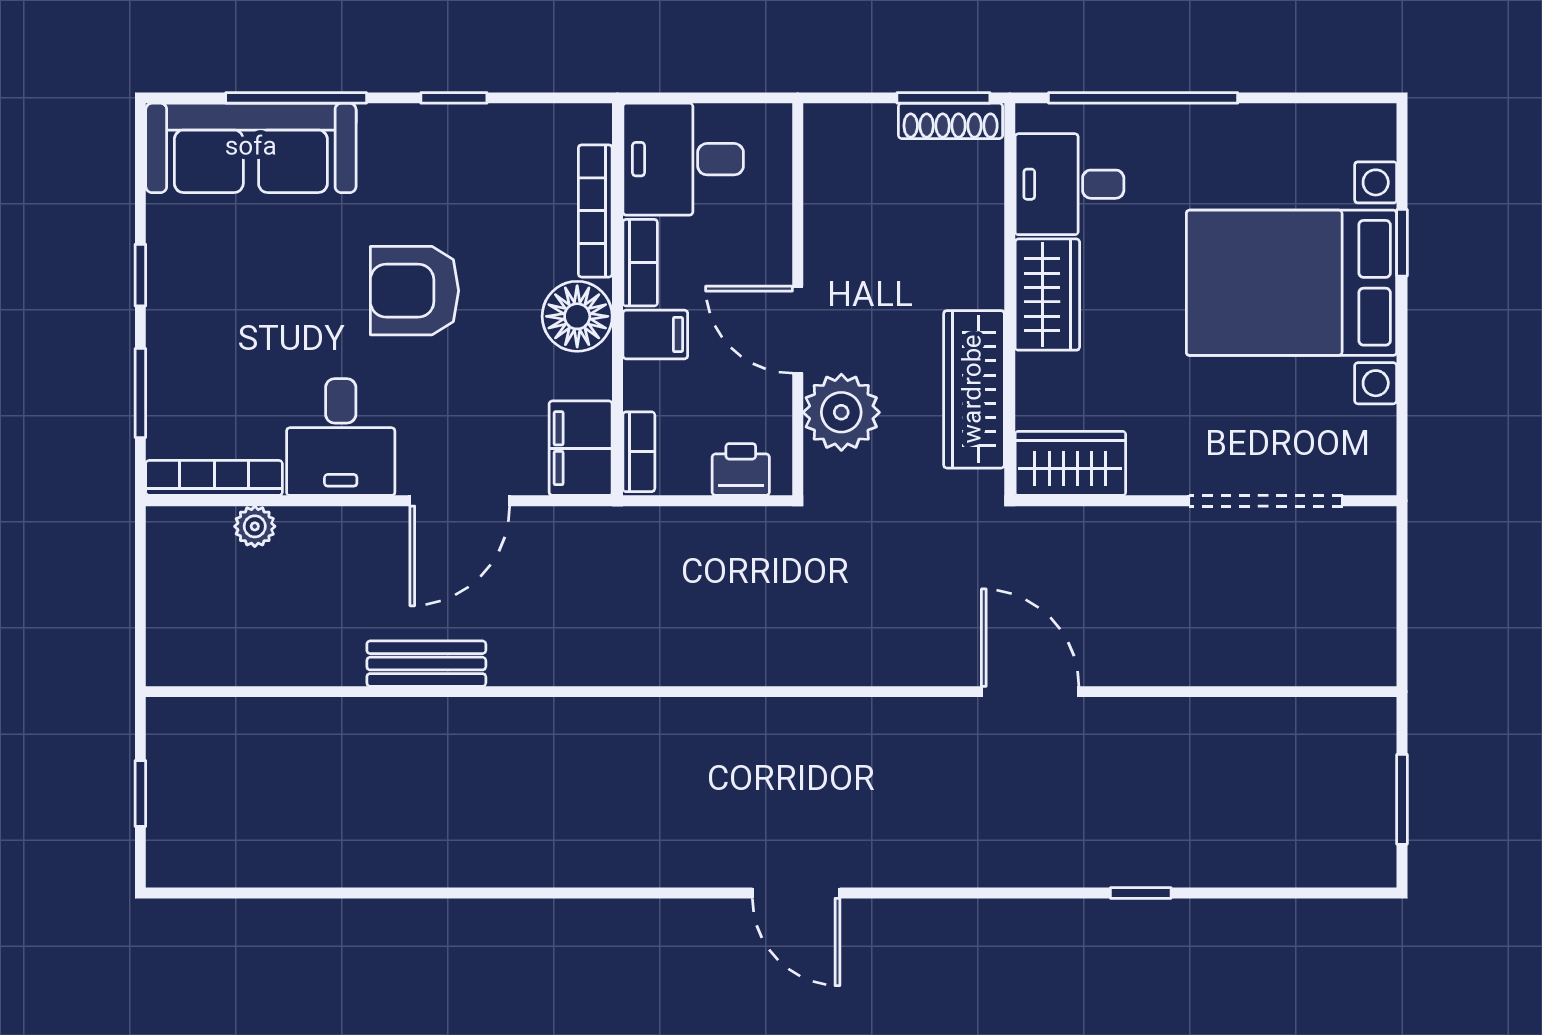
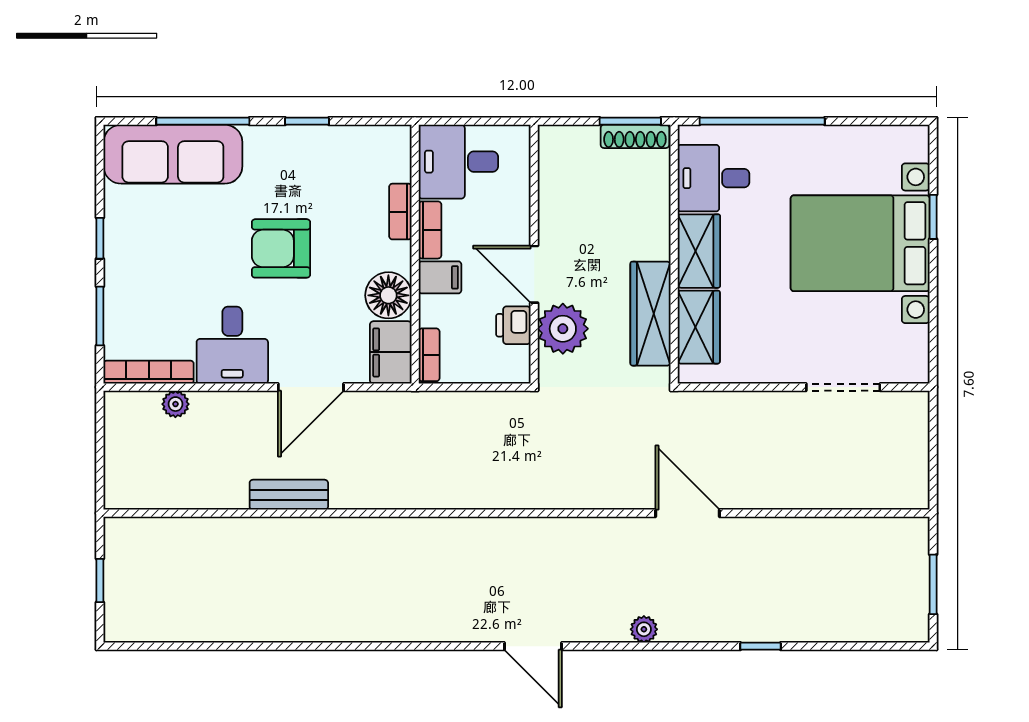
bookcase: (595, 211) -> (400, 212), width x0.64
floor lamp: (577, 316) -> (388, 295), moved
wardrobe: (1070, 463) -> (699, 327), moved, turned 90
printer: (741, 469) -> (513, 325), moved, turned -90
doorway: (1266, 501) -> (843, 387), width x0.73
plant: (964, 867) -> (644, 629), added

